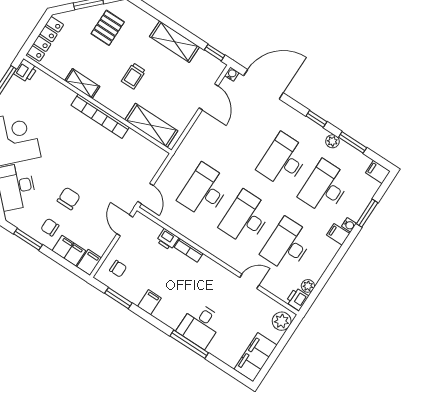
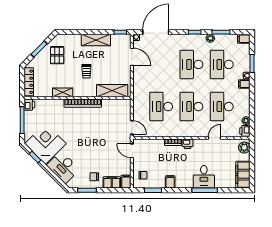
chair: (69, 198) -> (94, 156), removed
printer: (167, 239) -> (188, 144), moved

